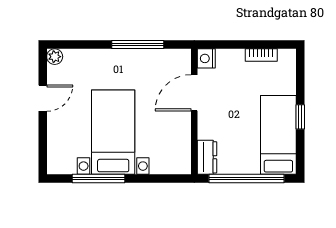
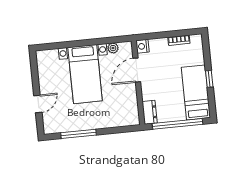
window: (138, 45) -> (96, 42), removed
plant: (55, 57) -> (113, 48), moved
door: (43, 98) -> (38, 104), moved
bed with nightstands: (113, 132) -> (85, 74), moved, turned 180

